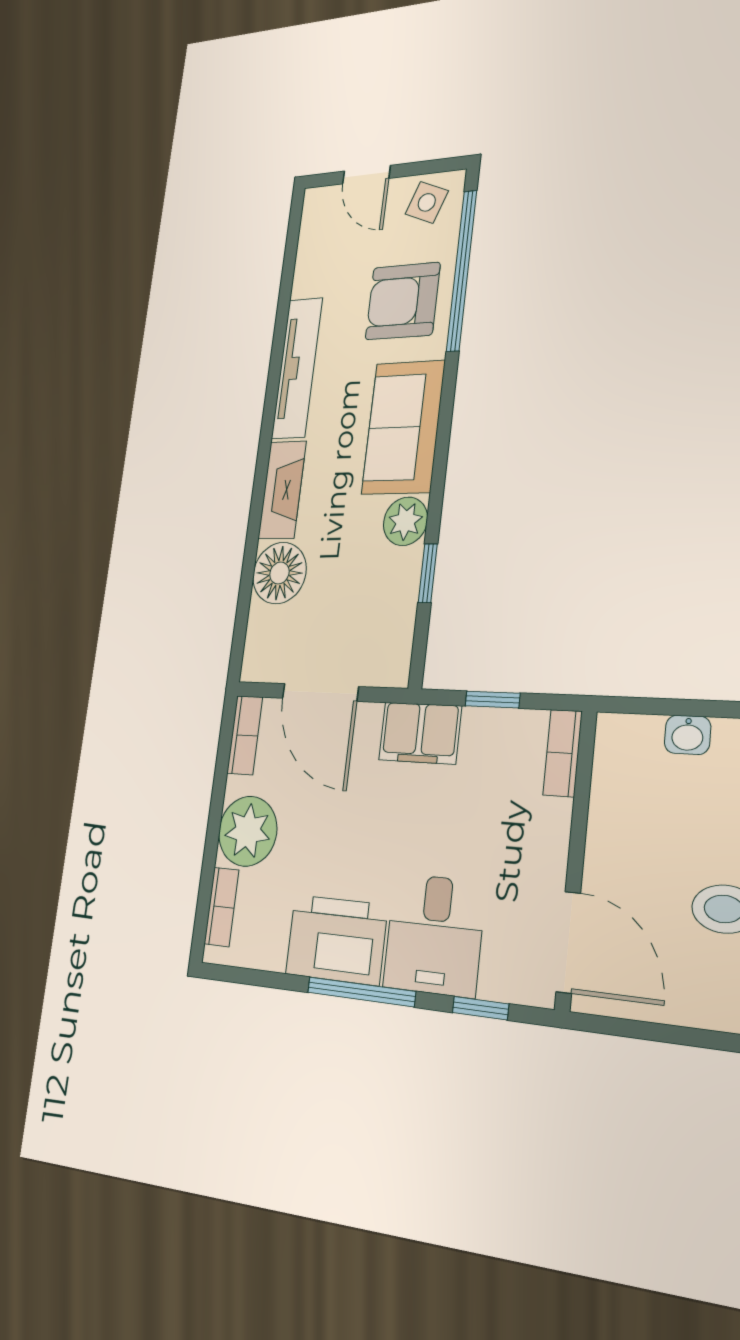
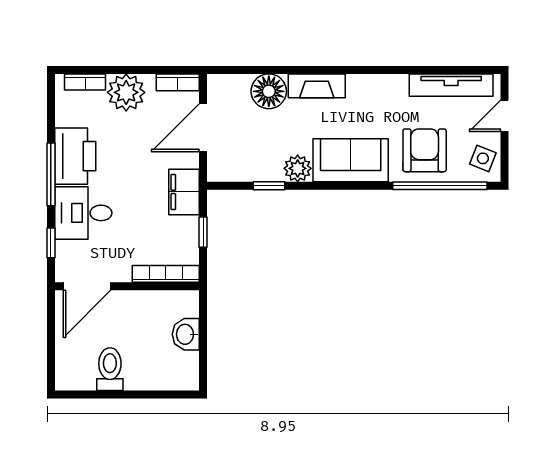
tv unit: (297, 368) -> (451, 85), moved
washbasin: (688, 735) -> (186, 334), width x1.38, depth x1.45
bookcase: (563, 753) -> (166, 274), width x1.56

